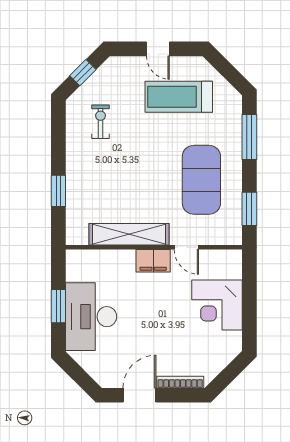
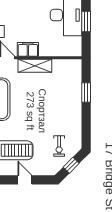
exercise bike: (101, 122) -> (59, 146), moved
shelving: (129, 234) -> (35, 66), width x0.68

